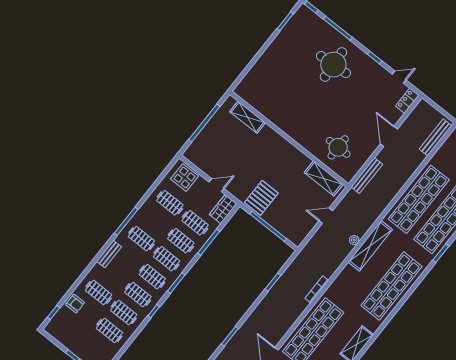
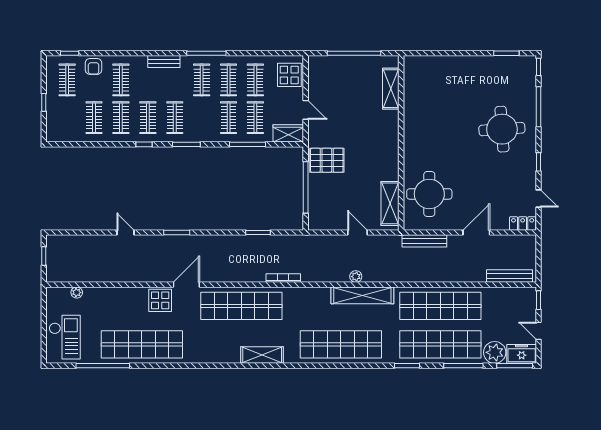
round table: (338, 147) -> (429, 194), width x1.36, depth x1.36
clothes rail: (167, 259) -> (229, 80), moved
clothes rail: (70, 328) -> (67, 80), added

